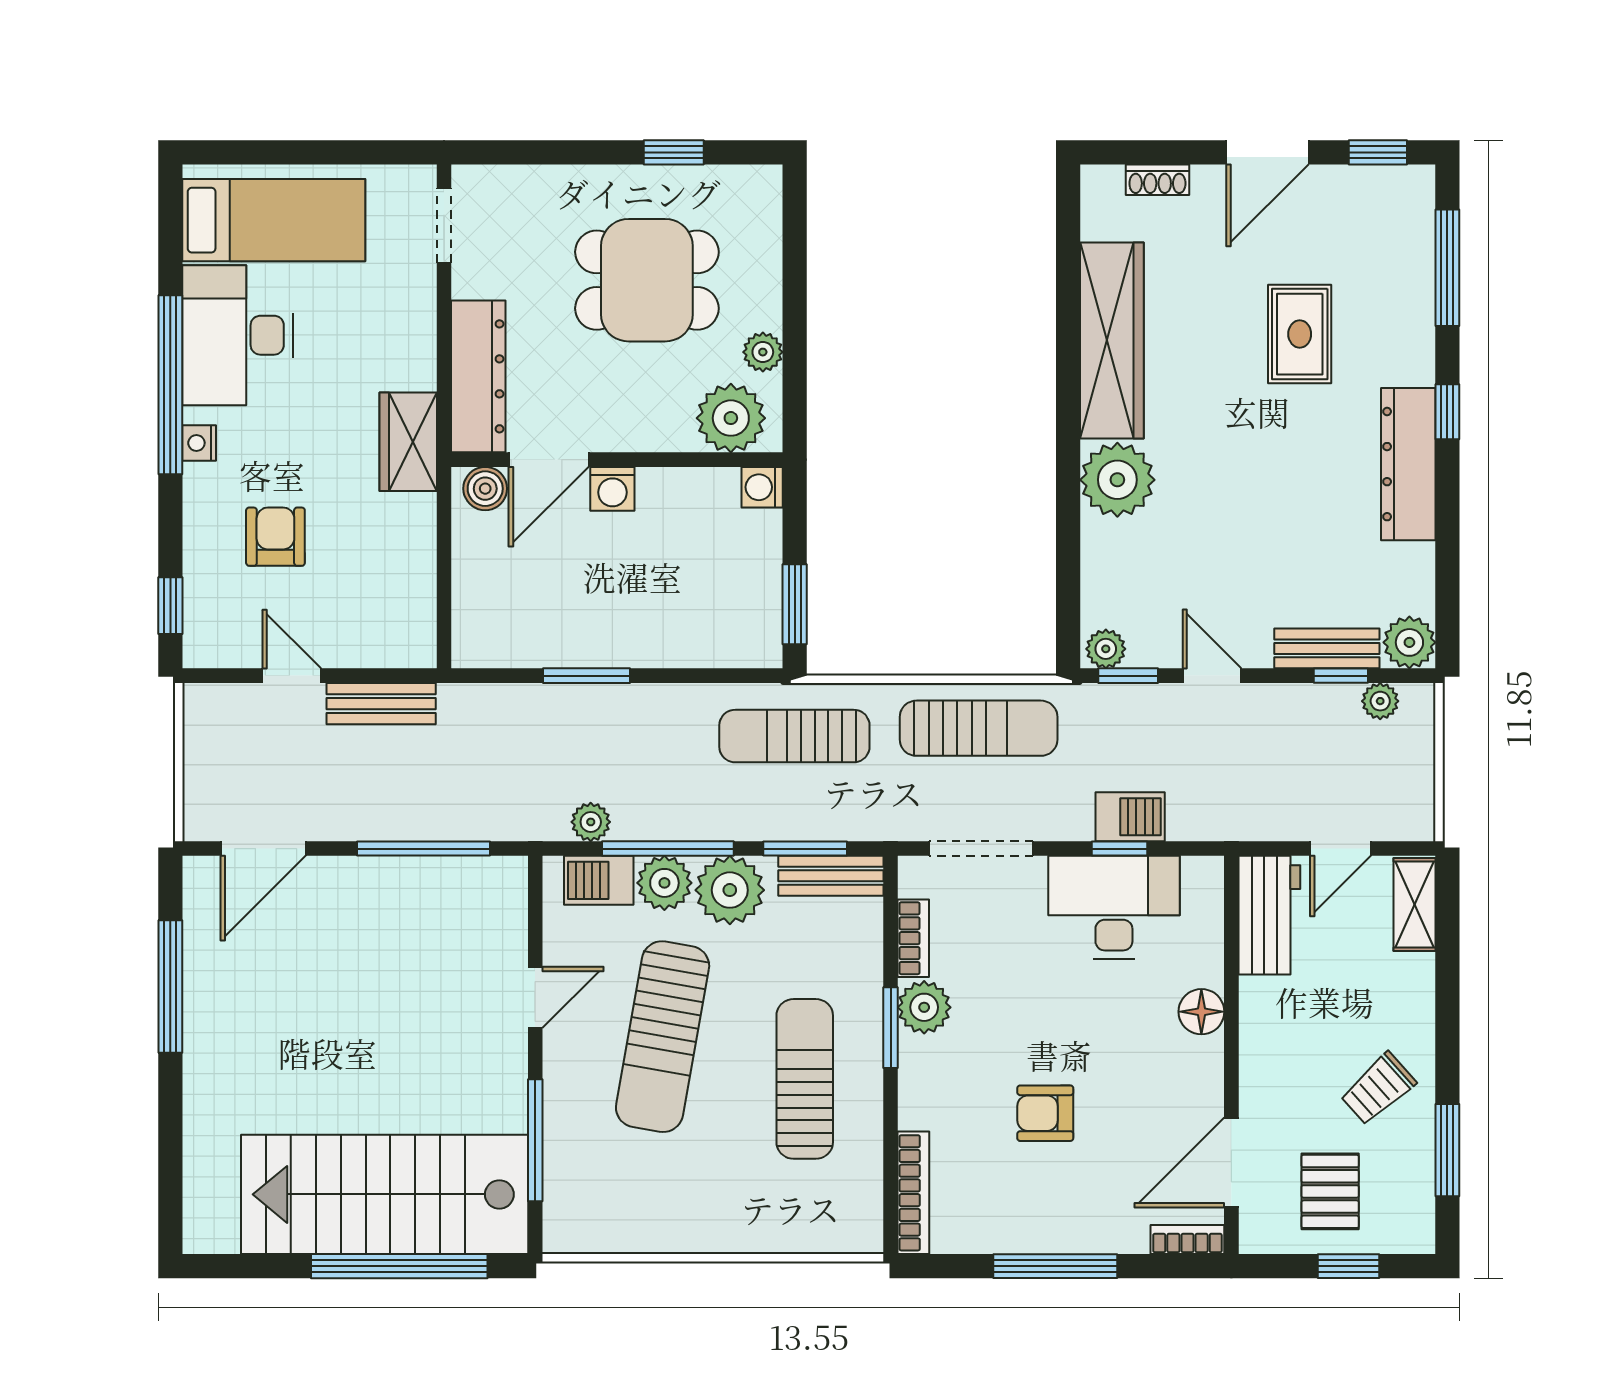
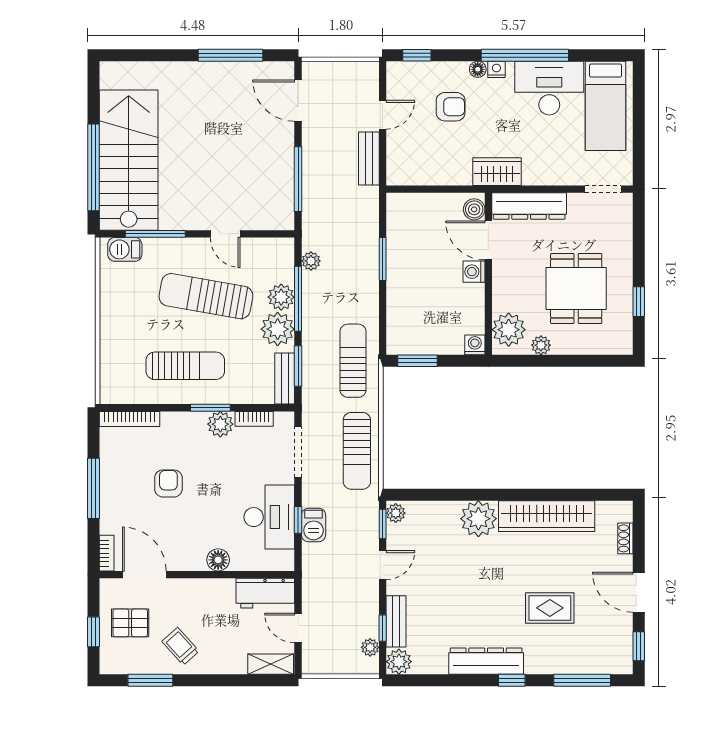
floor lamp: (199, 481) -> (478, 69), added
barbecue: (599, 880) -> (125, 249), moved, turned -90

